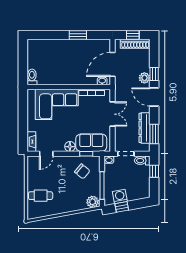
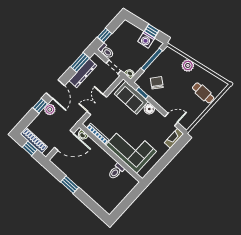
toilet: (32, 77) -> (116, 171), moved
plant: (93, 202) -> (188, 65), moved

